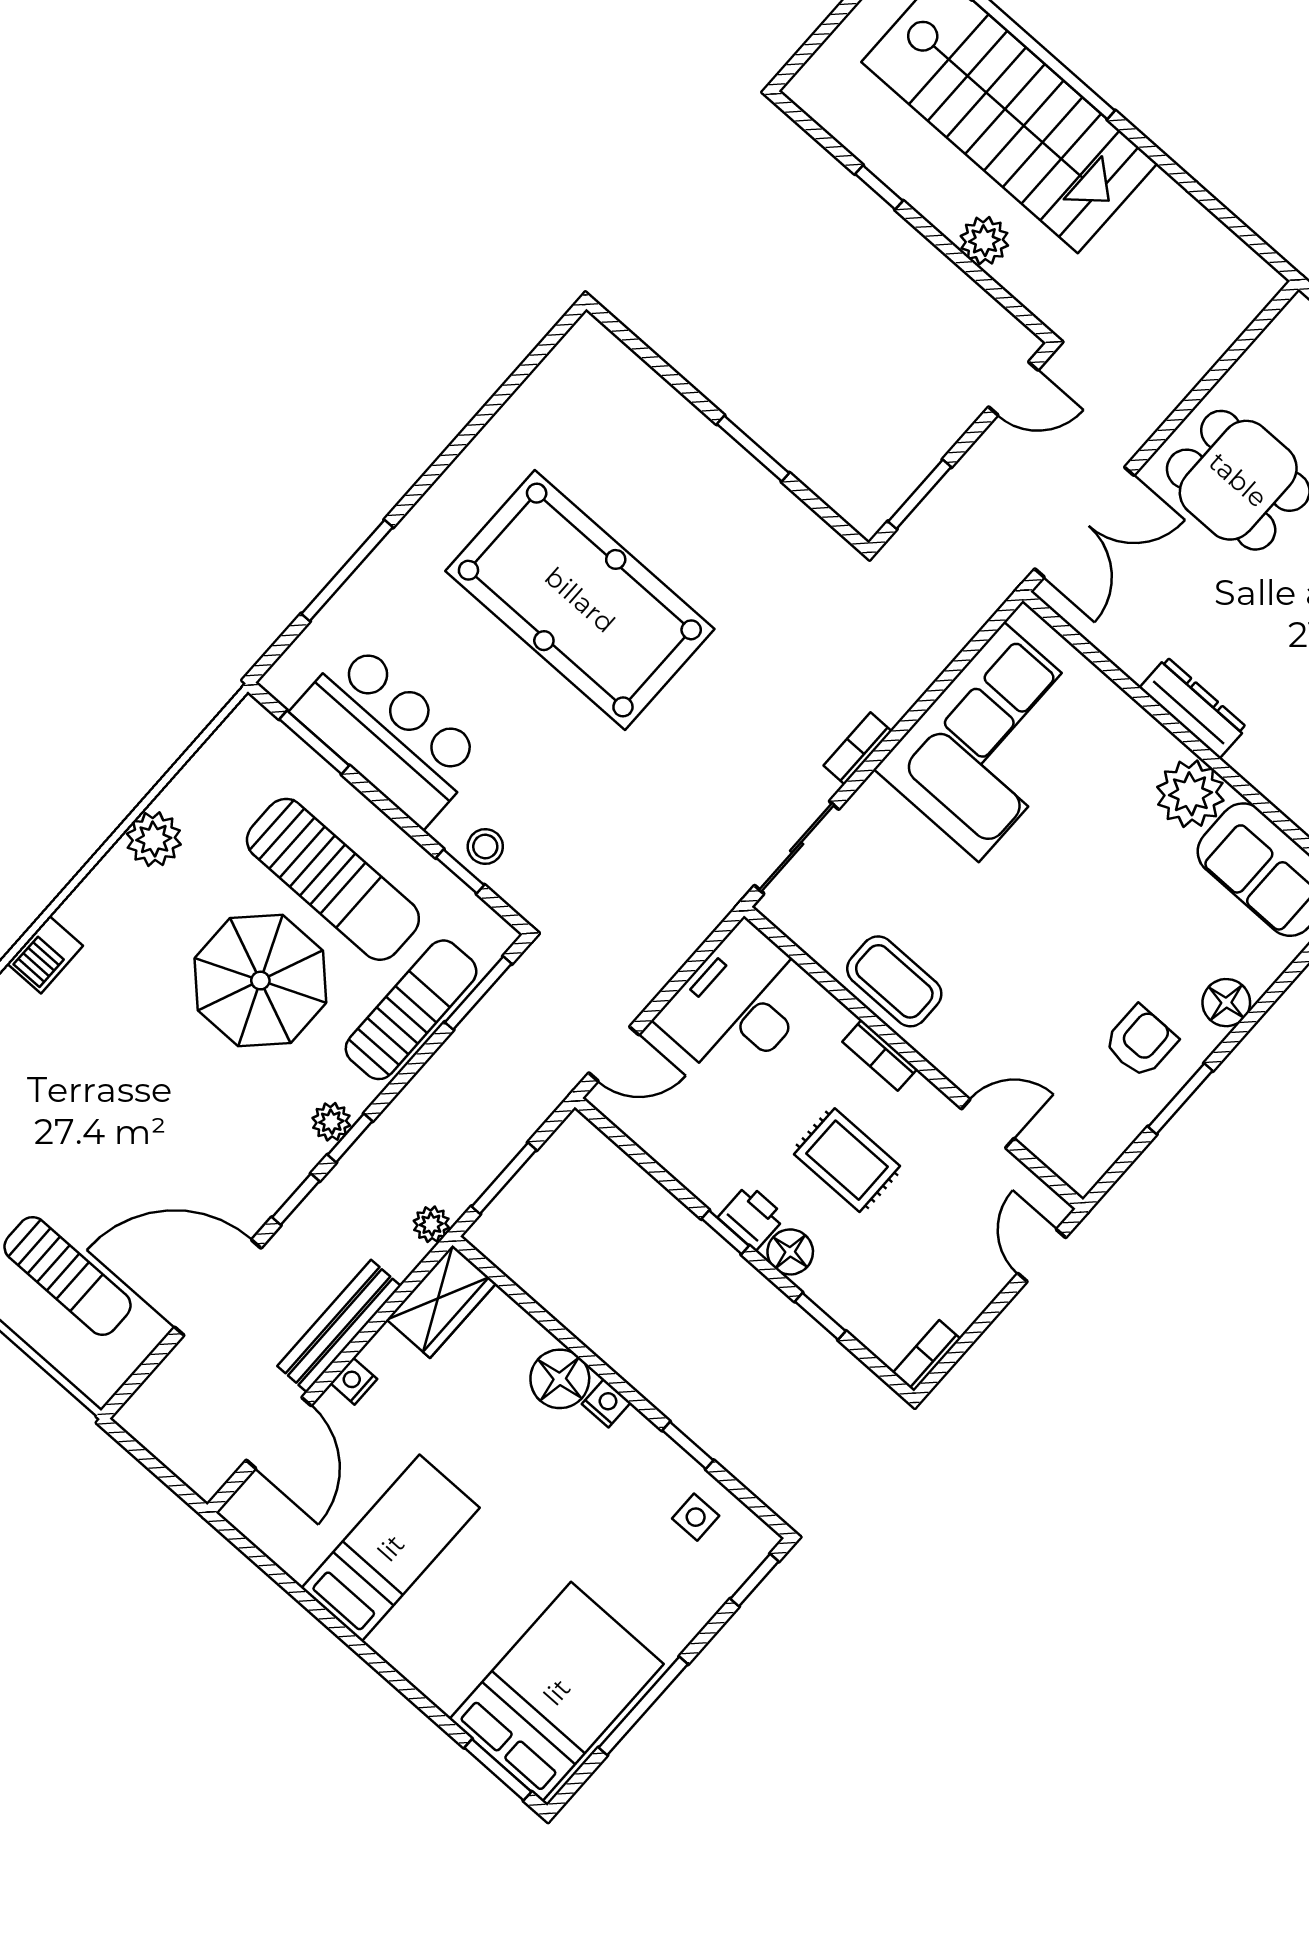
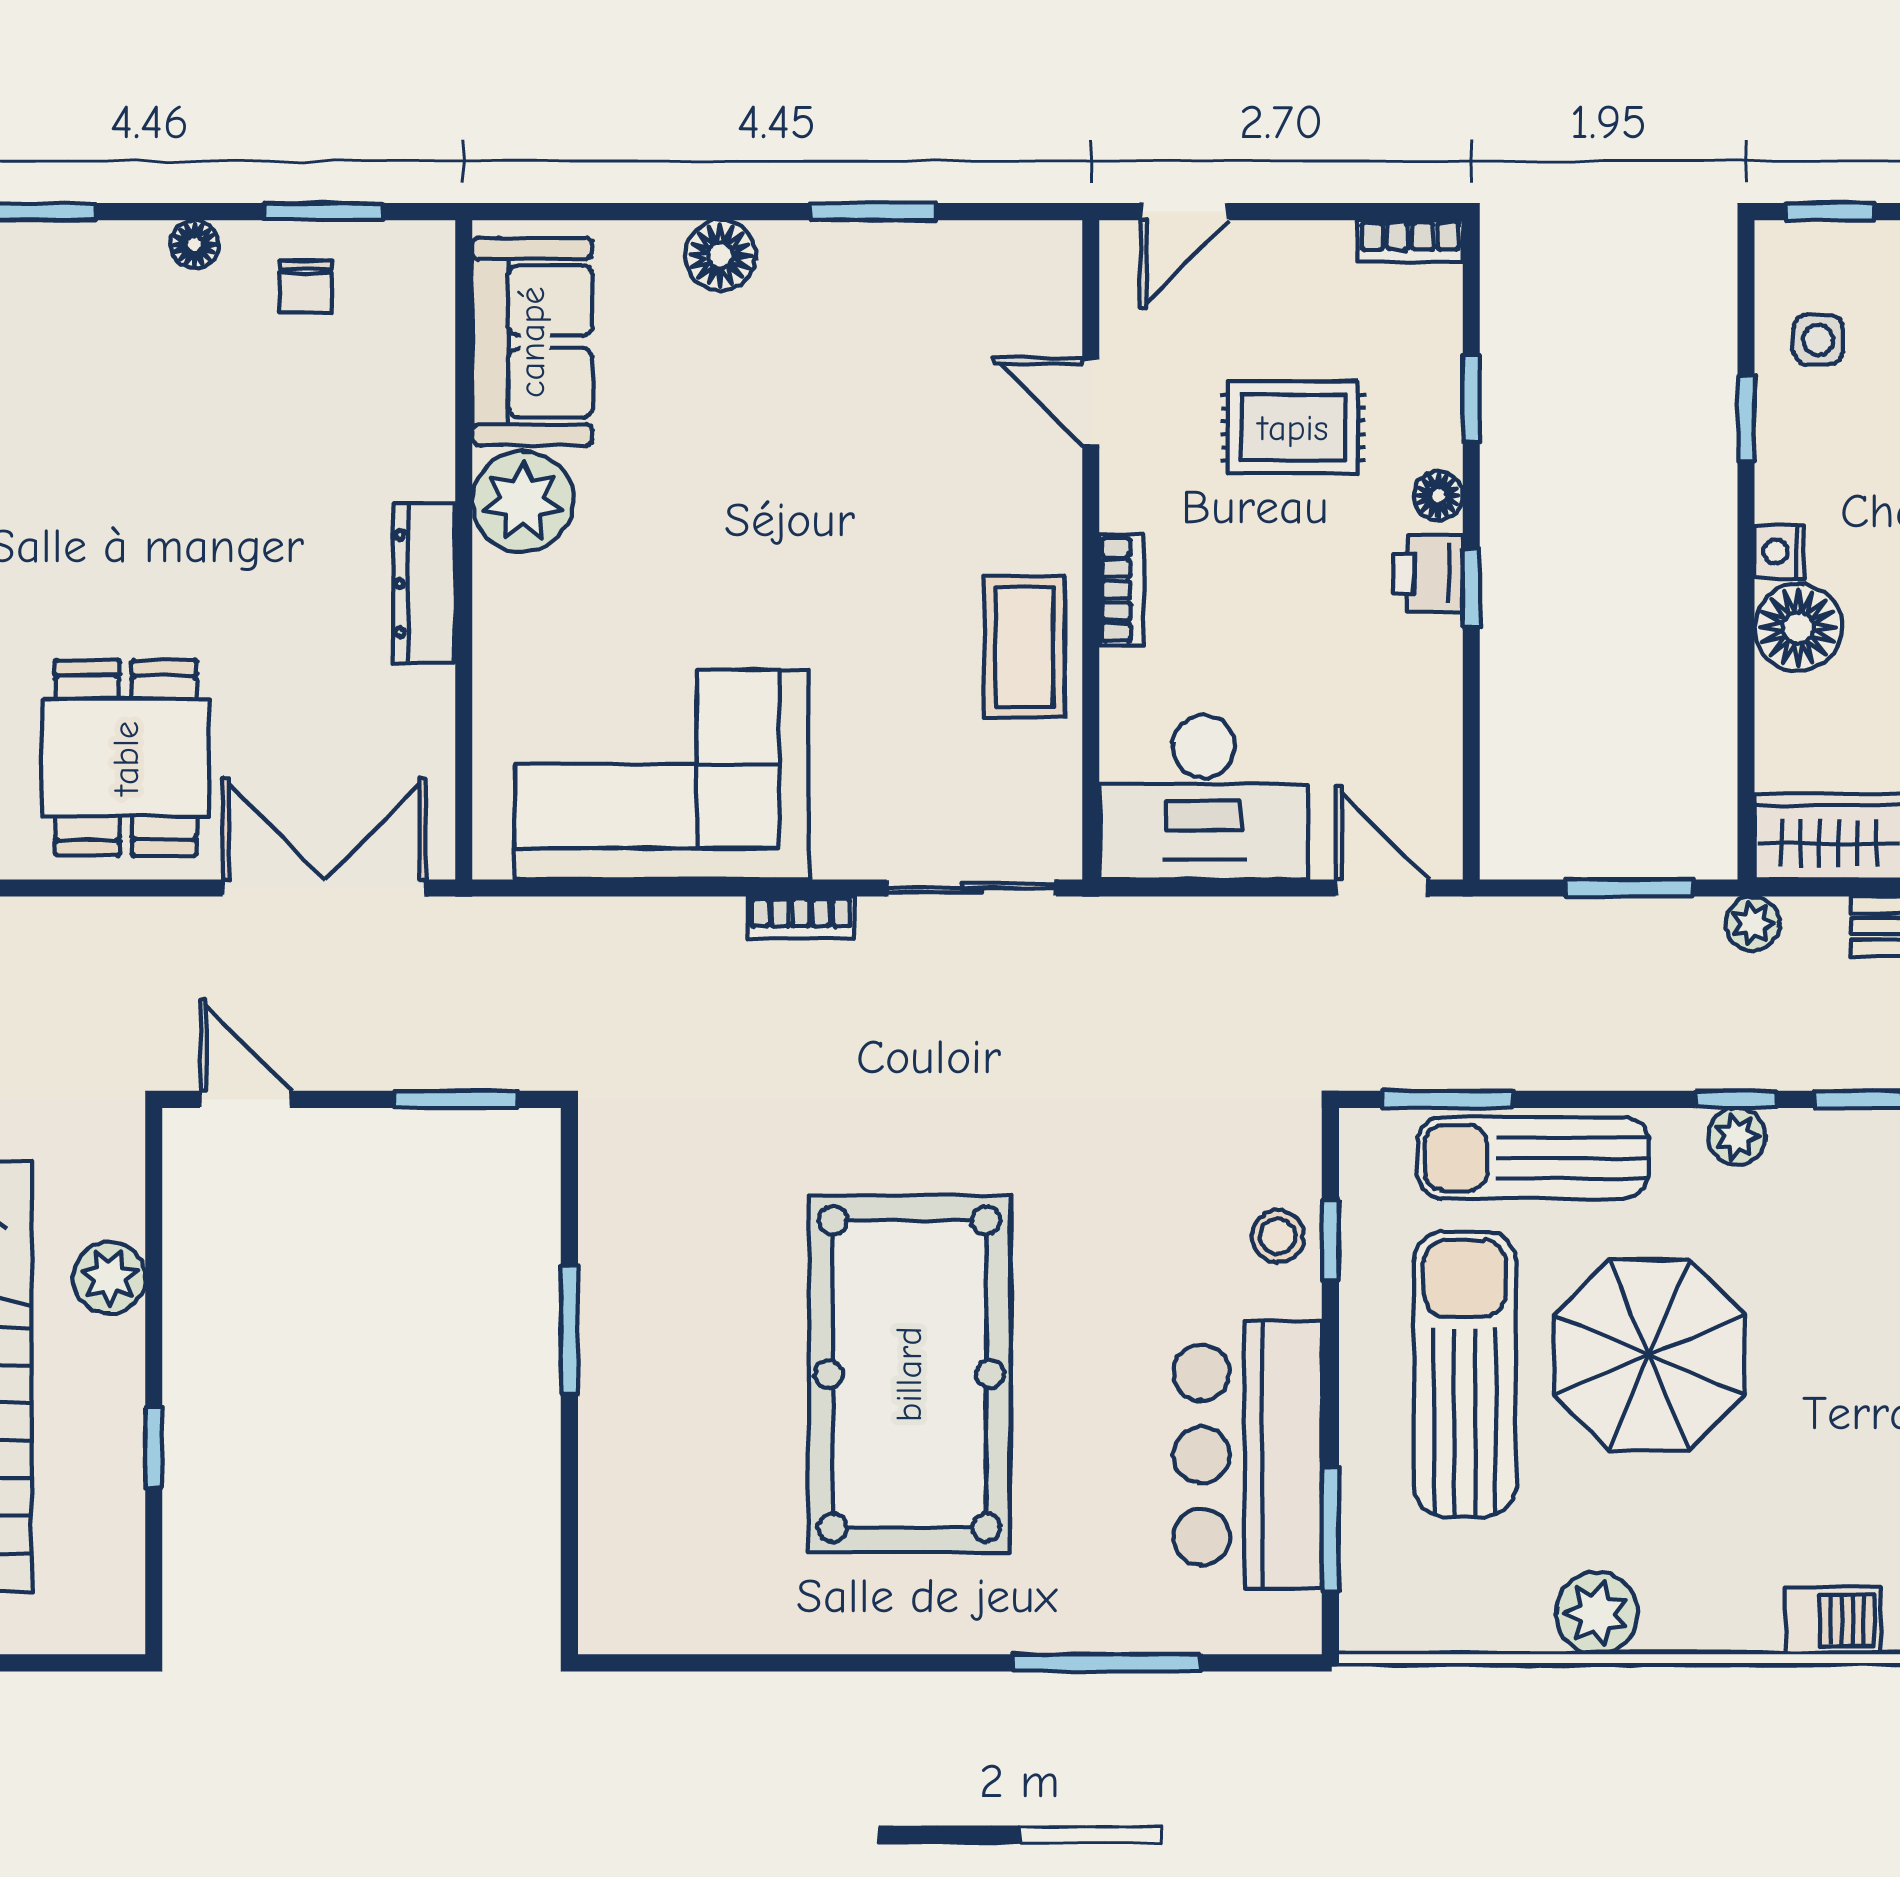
armchair: (1141, 1042) -> (848, 312), removed
rug: (847, 1160) -> (1293, 428), moved, turned 90
floor lamp: (790, 1252) -> (1438, 496), width x0.73, depth x0.73

